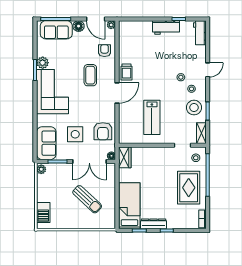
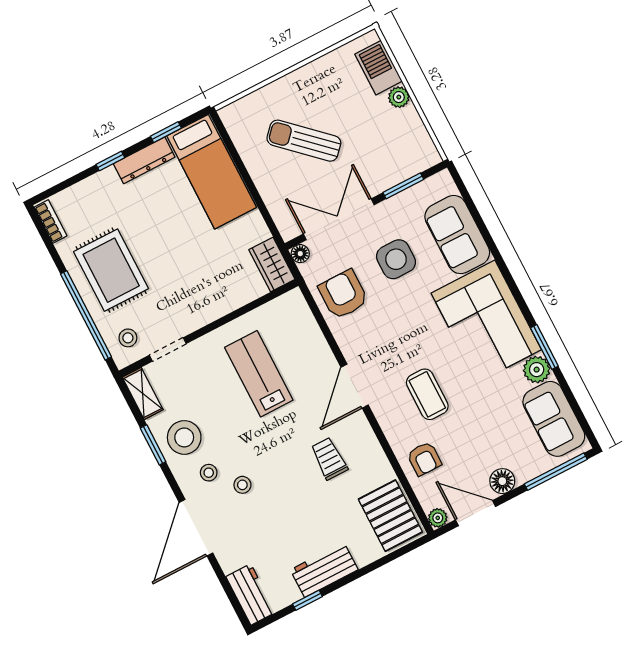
sofa: (56, 30) -> (554, 419), moved, turned -90
pallet: (129, 35) -> (390, 516), added
door: (208, 70) -> (196, 528), width x1.88
trolley: (126, 72) -> (329, 459), moved
sofa: (46, 143) -> (457, 235), moved
plant: (41, 169) -> (399, 97), moved

